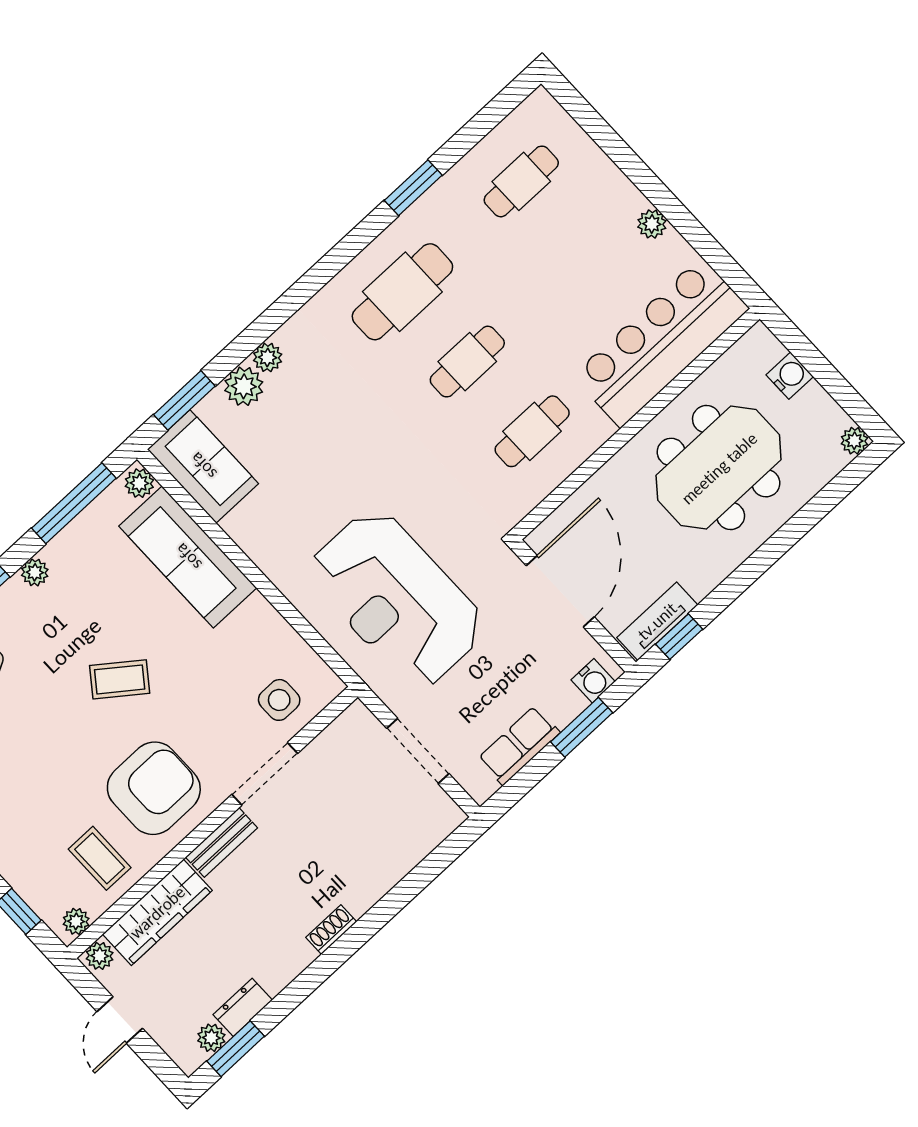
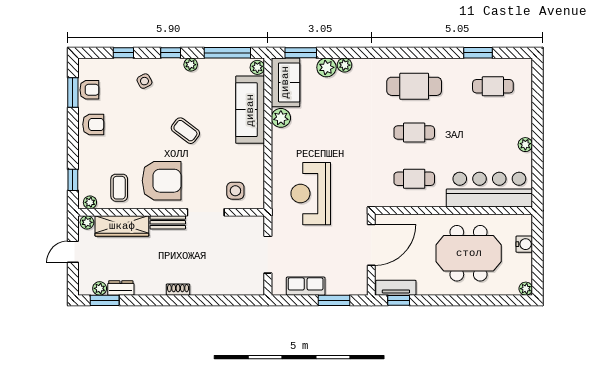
window: (413, 188) -> (478, 53), moved
plant: (246, 526) -> (281, 118), added
reception desk: (397, 599) -> (311, 194), width x0.74, depth x0.77
water cooler: (593, 681) -> (353, 288), removed

